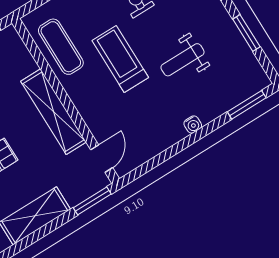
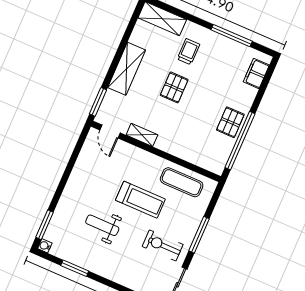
weight bench: (183, 60) -> (102, 225), turned -90
shelving: (54, 112) -> (142, 135), width x0.45, depth x0.75
water cooler: (193, 125) -> (45, 246), moved

